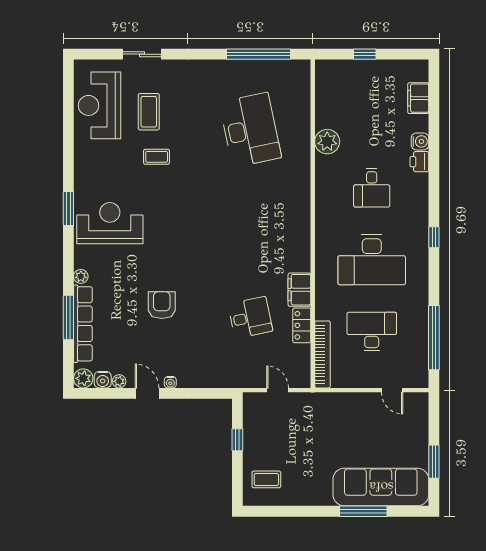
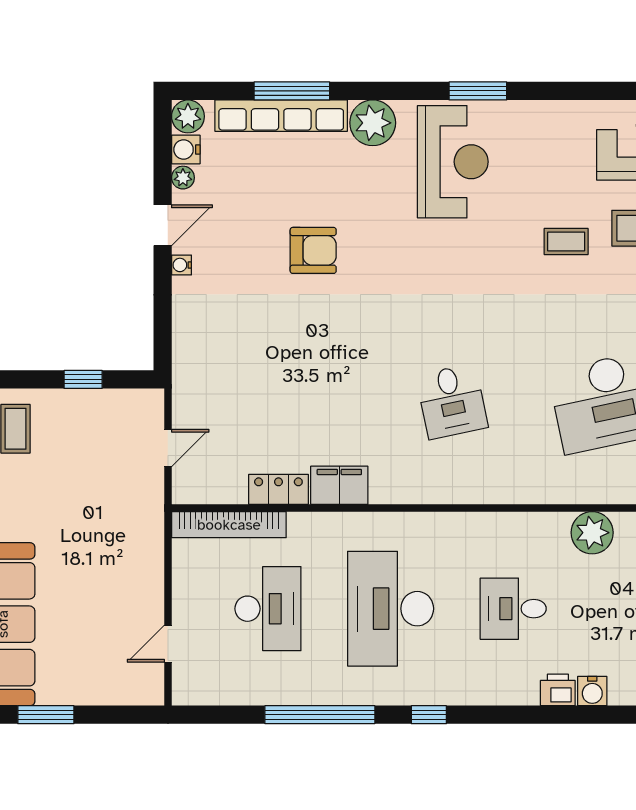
coffee table: (157, 157) -> (566, 242), turned 90
plant: (81, 276) -> (373, 123), width x1.88, depth x1.88
desk: (250, 318) -> (452, 401), moved
window: (434, 338) -> (320, 715), moved

